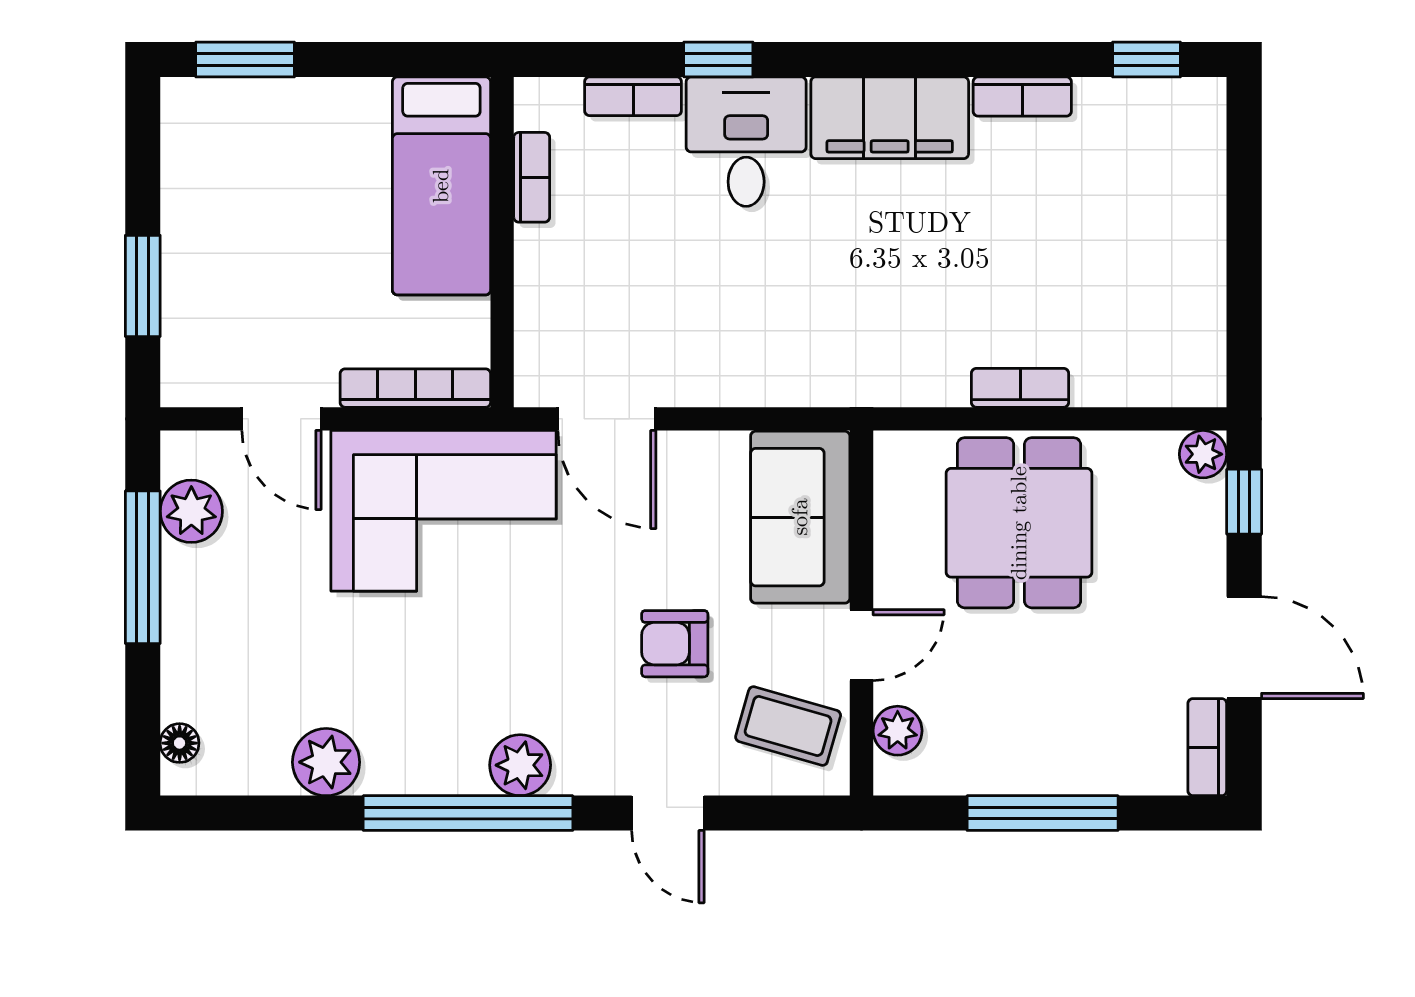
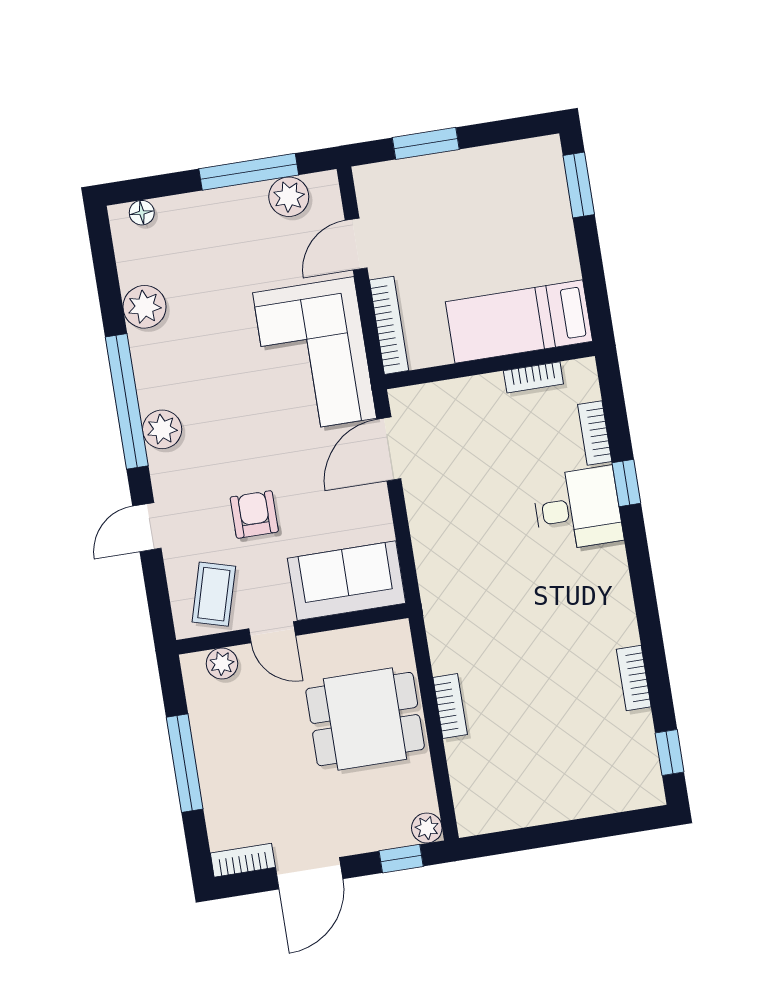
filing cabinet: (890, 118) -> (607, 597), removed

